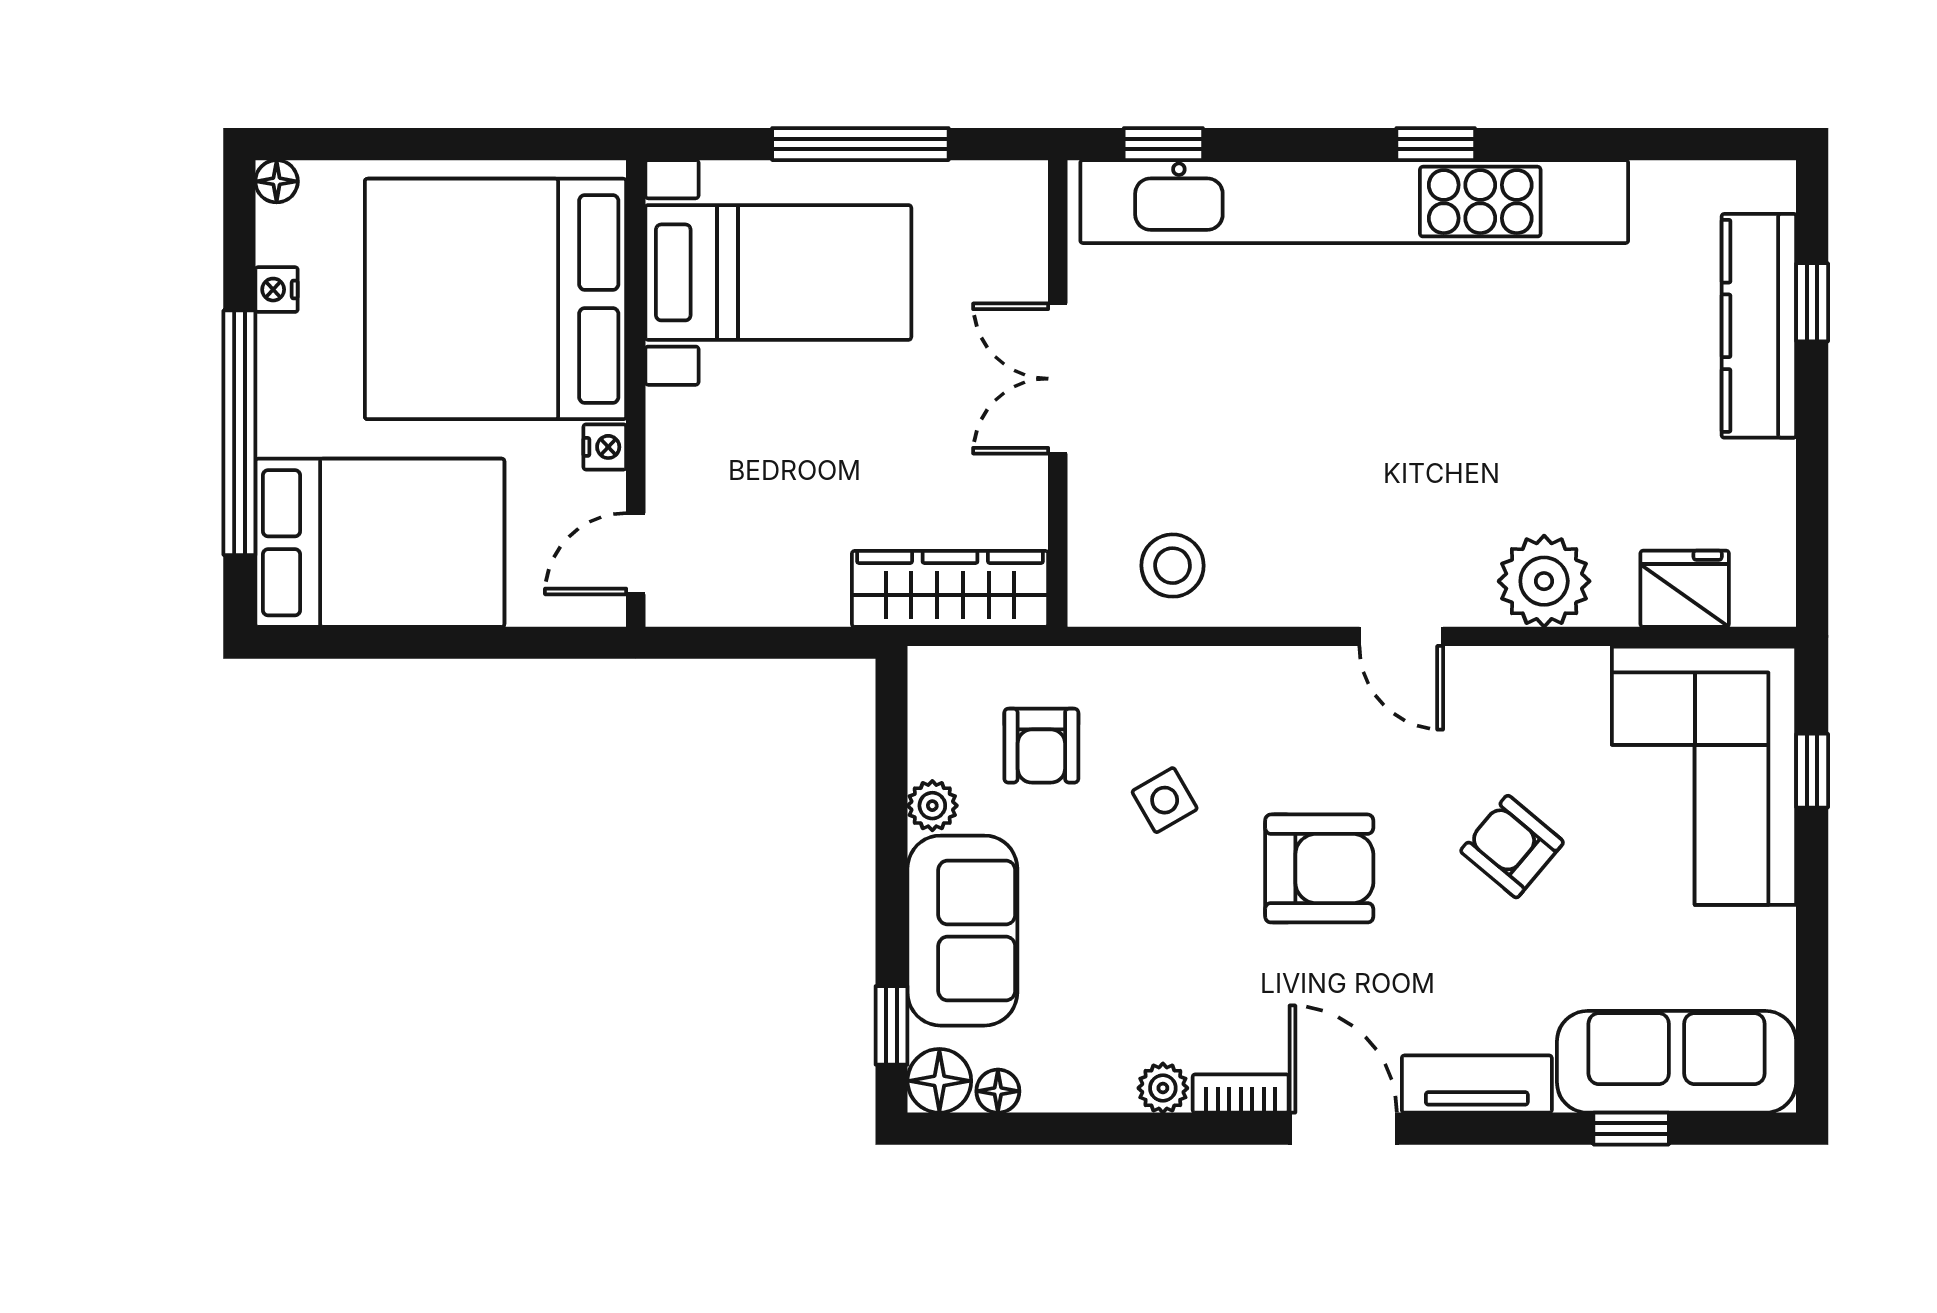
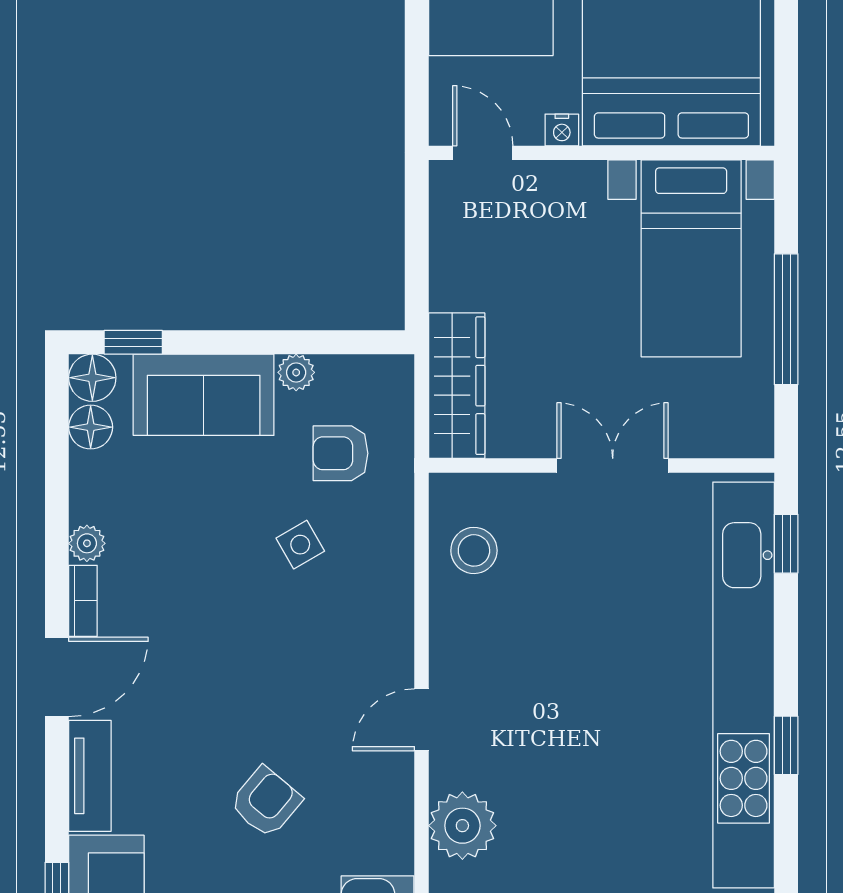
armchair: (1319, 868) -> (250, 659), removed
floor lamp: (998, 1091) -> (91, 427), width x1.37, depth x1.37

